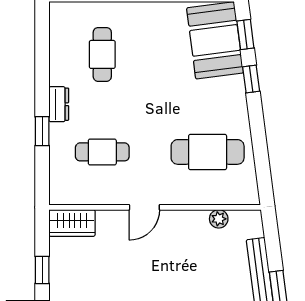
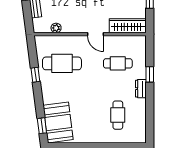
window: (251, 79) -> (35, 75), moved
door: (144, 207) -> (96, 34), swing flipped
wardrobe: (72, 223) -> (128, 26), width x1.50

